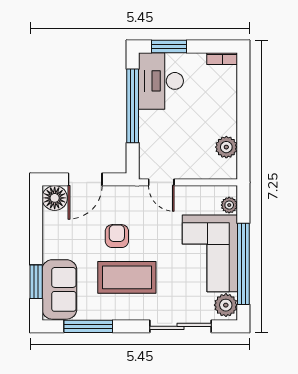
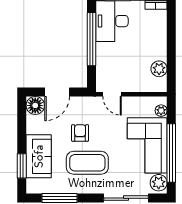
sofa: (59, 289) -> (39, 156), moved

